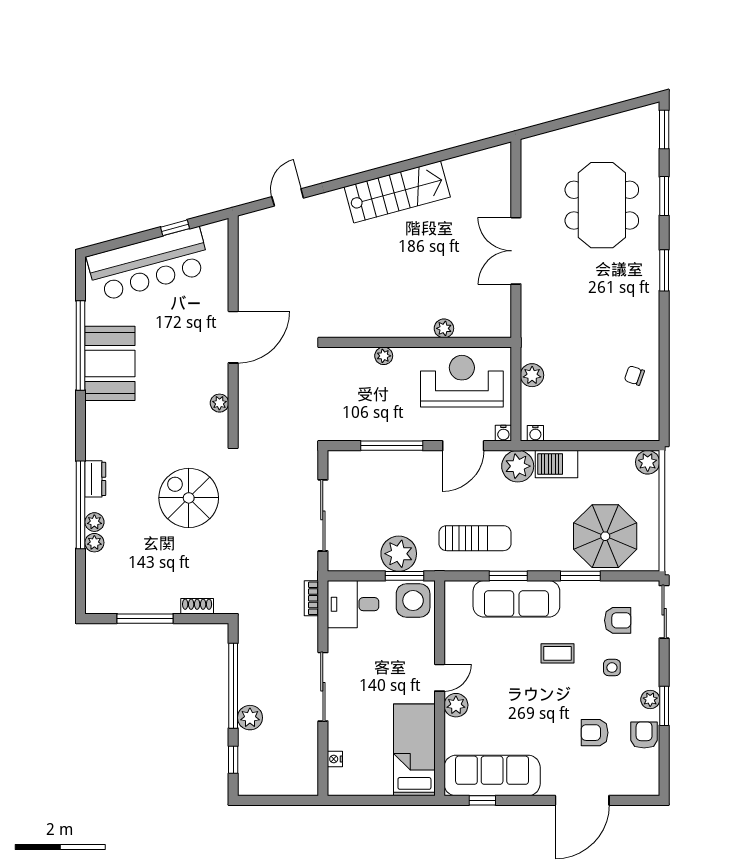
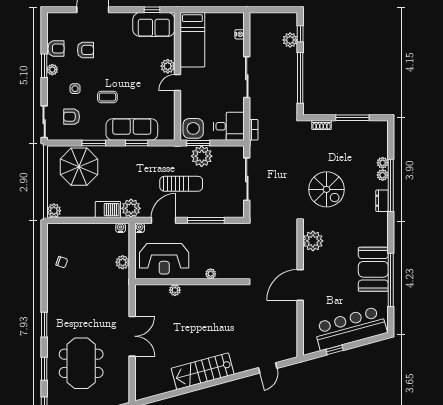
plant: (219, 403) -> (313, 241), width x1.88, depth x1.88
sun lounger: (475, 538) -> (181, 184), moved, turned 180
plant: (250, 718) -> (290, 40), moved
armchair: (644, 735) -> (56, 49), turned -90
sofa: (492, 775) -> (154, 24), width x0.73

